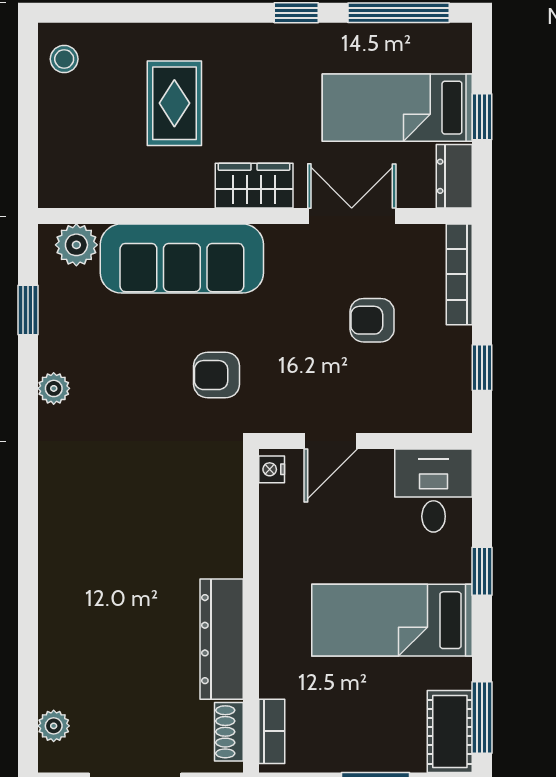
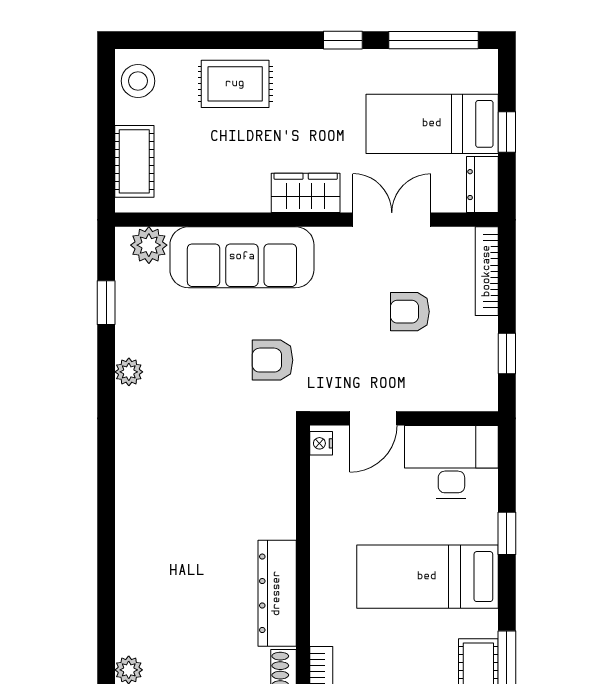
stool: (64, 59) -> (138, 81), width x1.37, depth x1.37
rug: (174, 103) -> (235, 84), moved, turned 90
cot: (60, 150) -> (134, 161), added
desk: (434, 491) -> (451, 462), width x1.37

